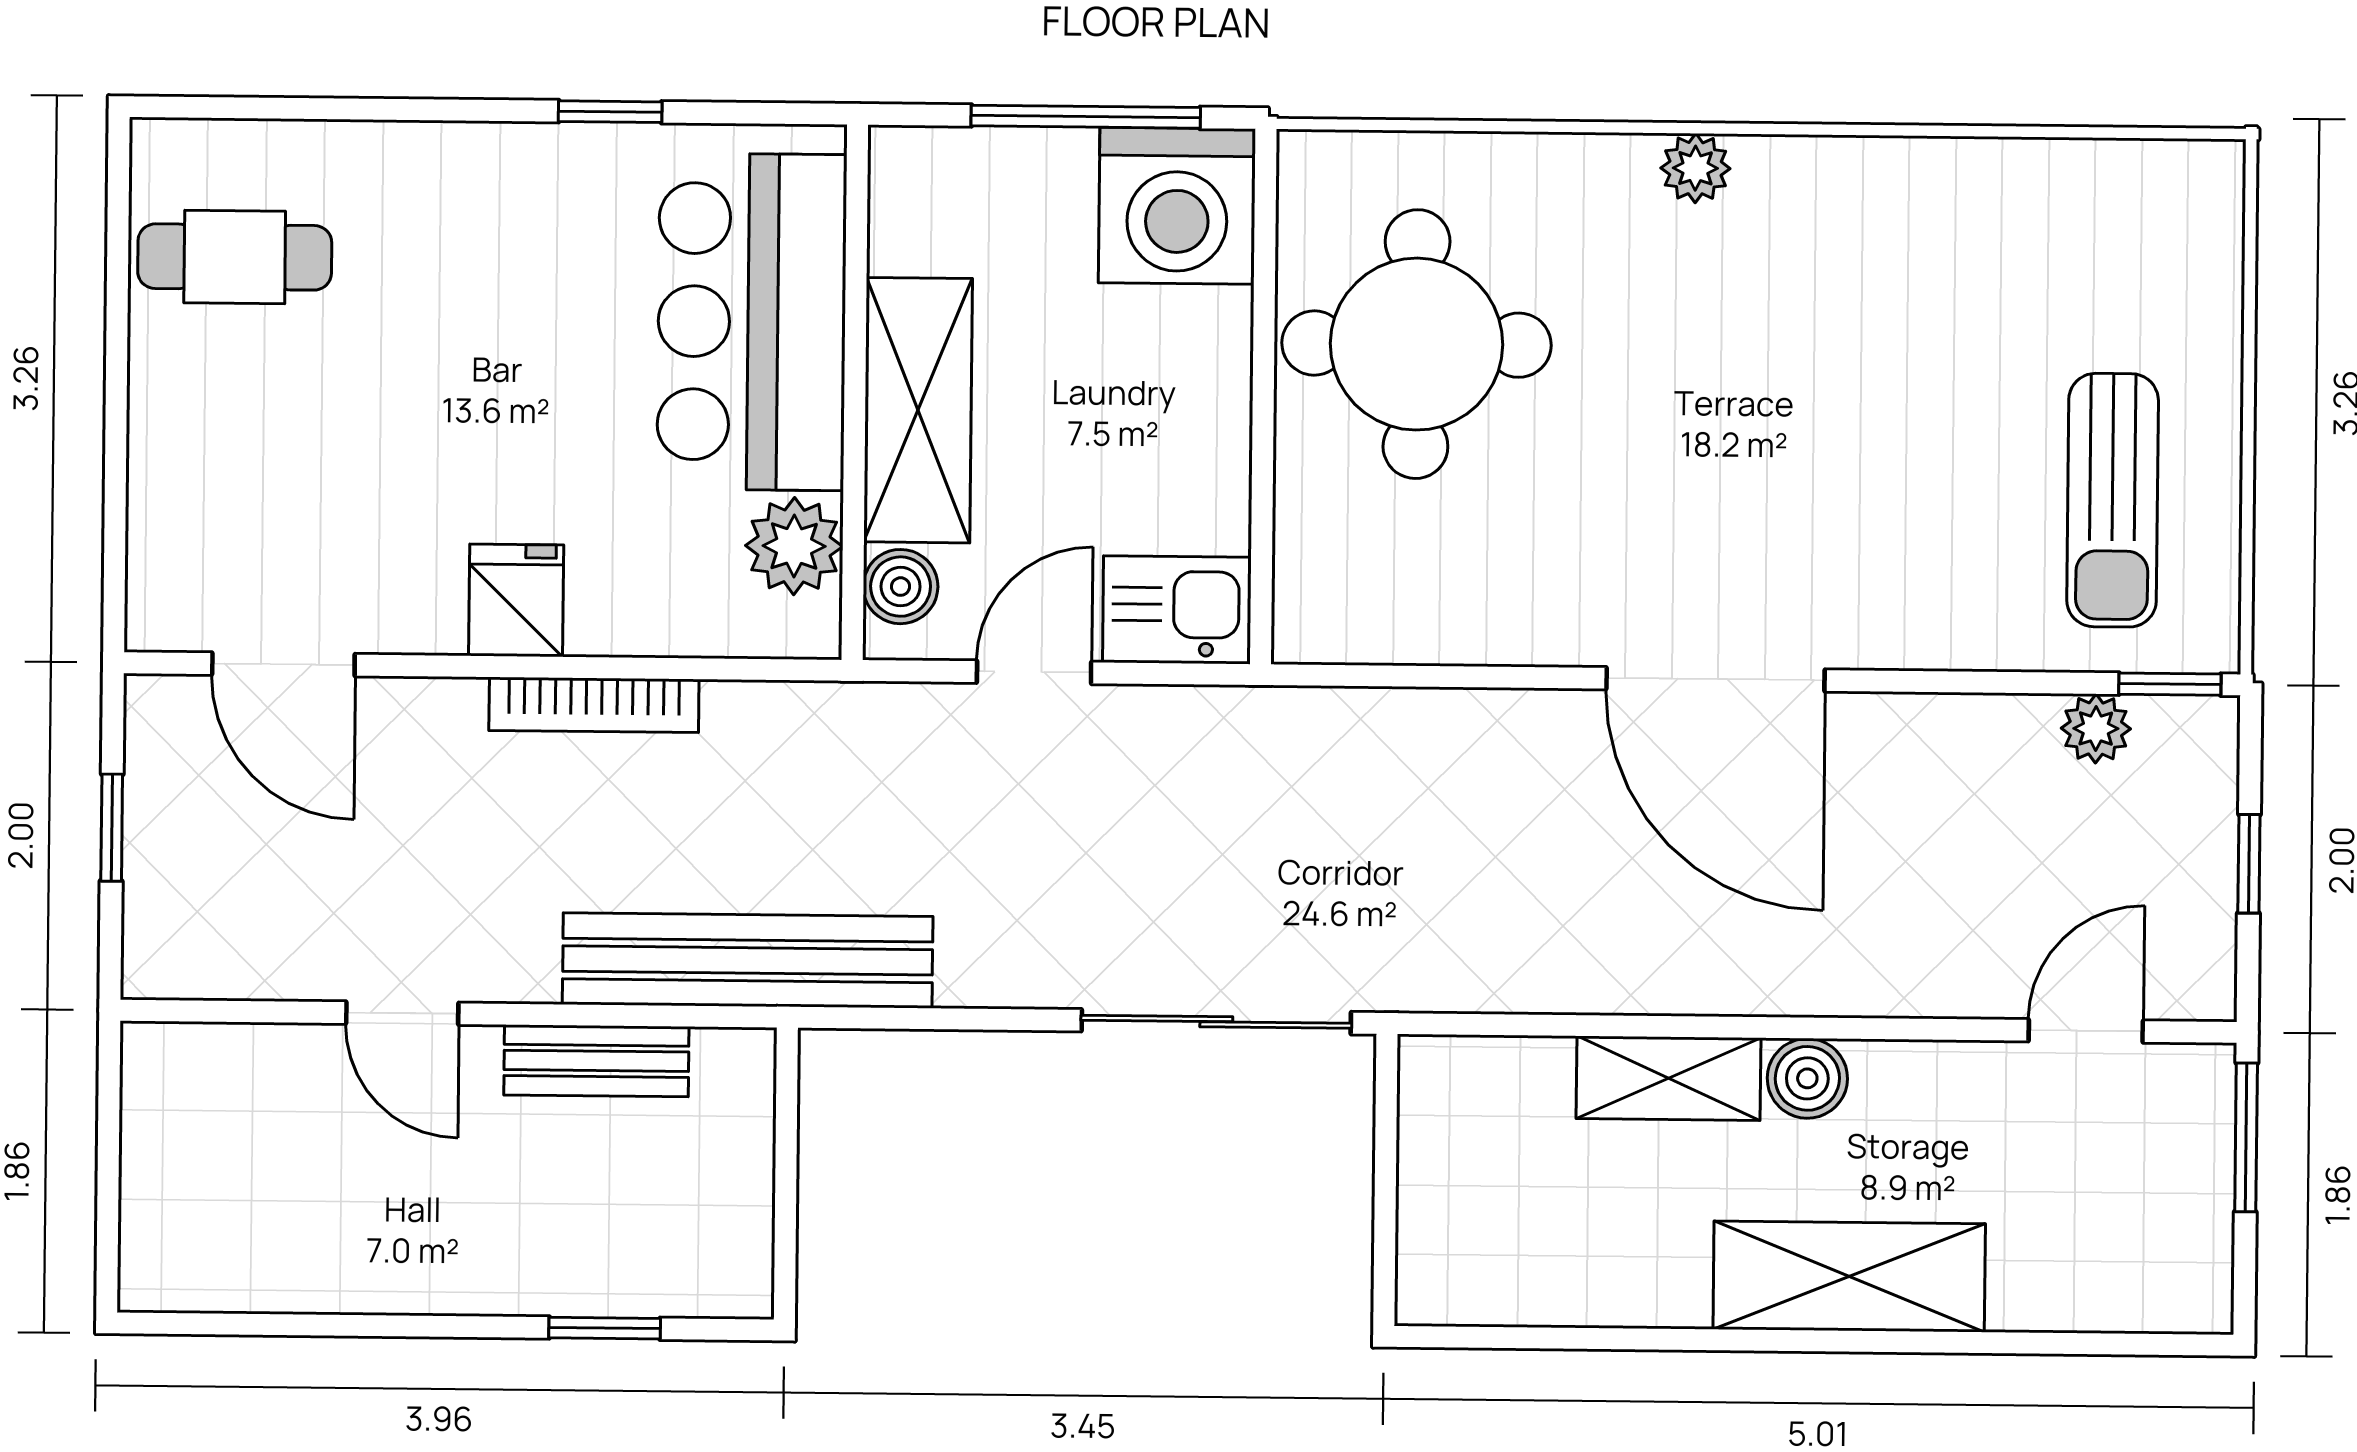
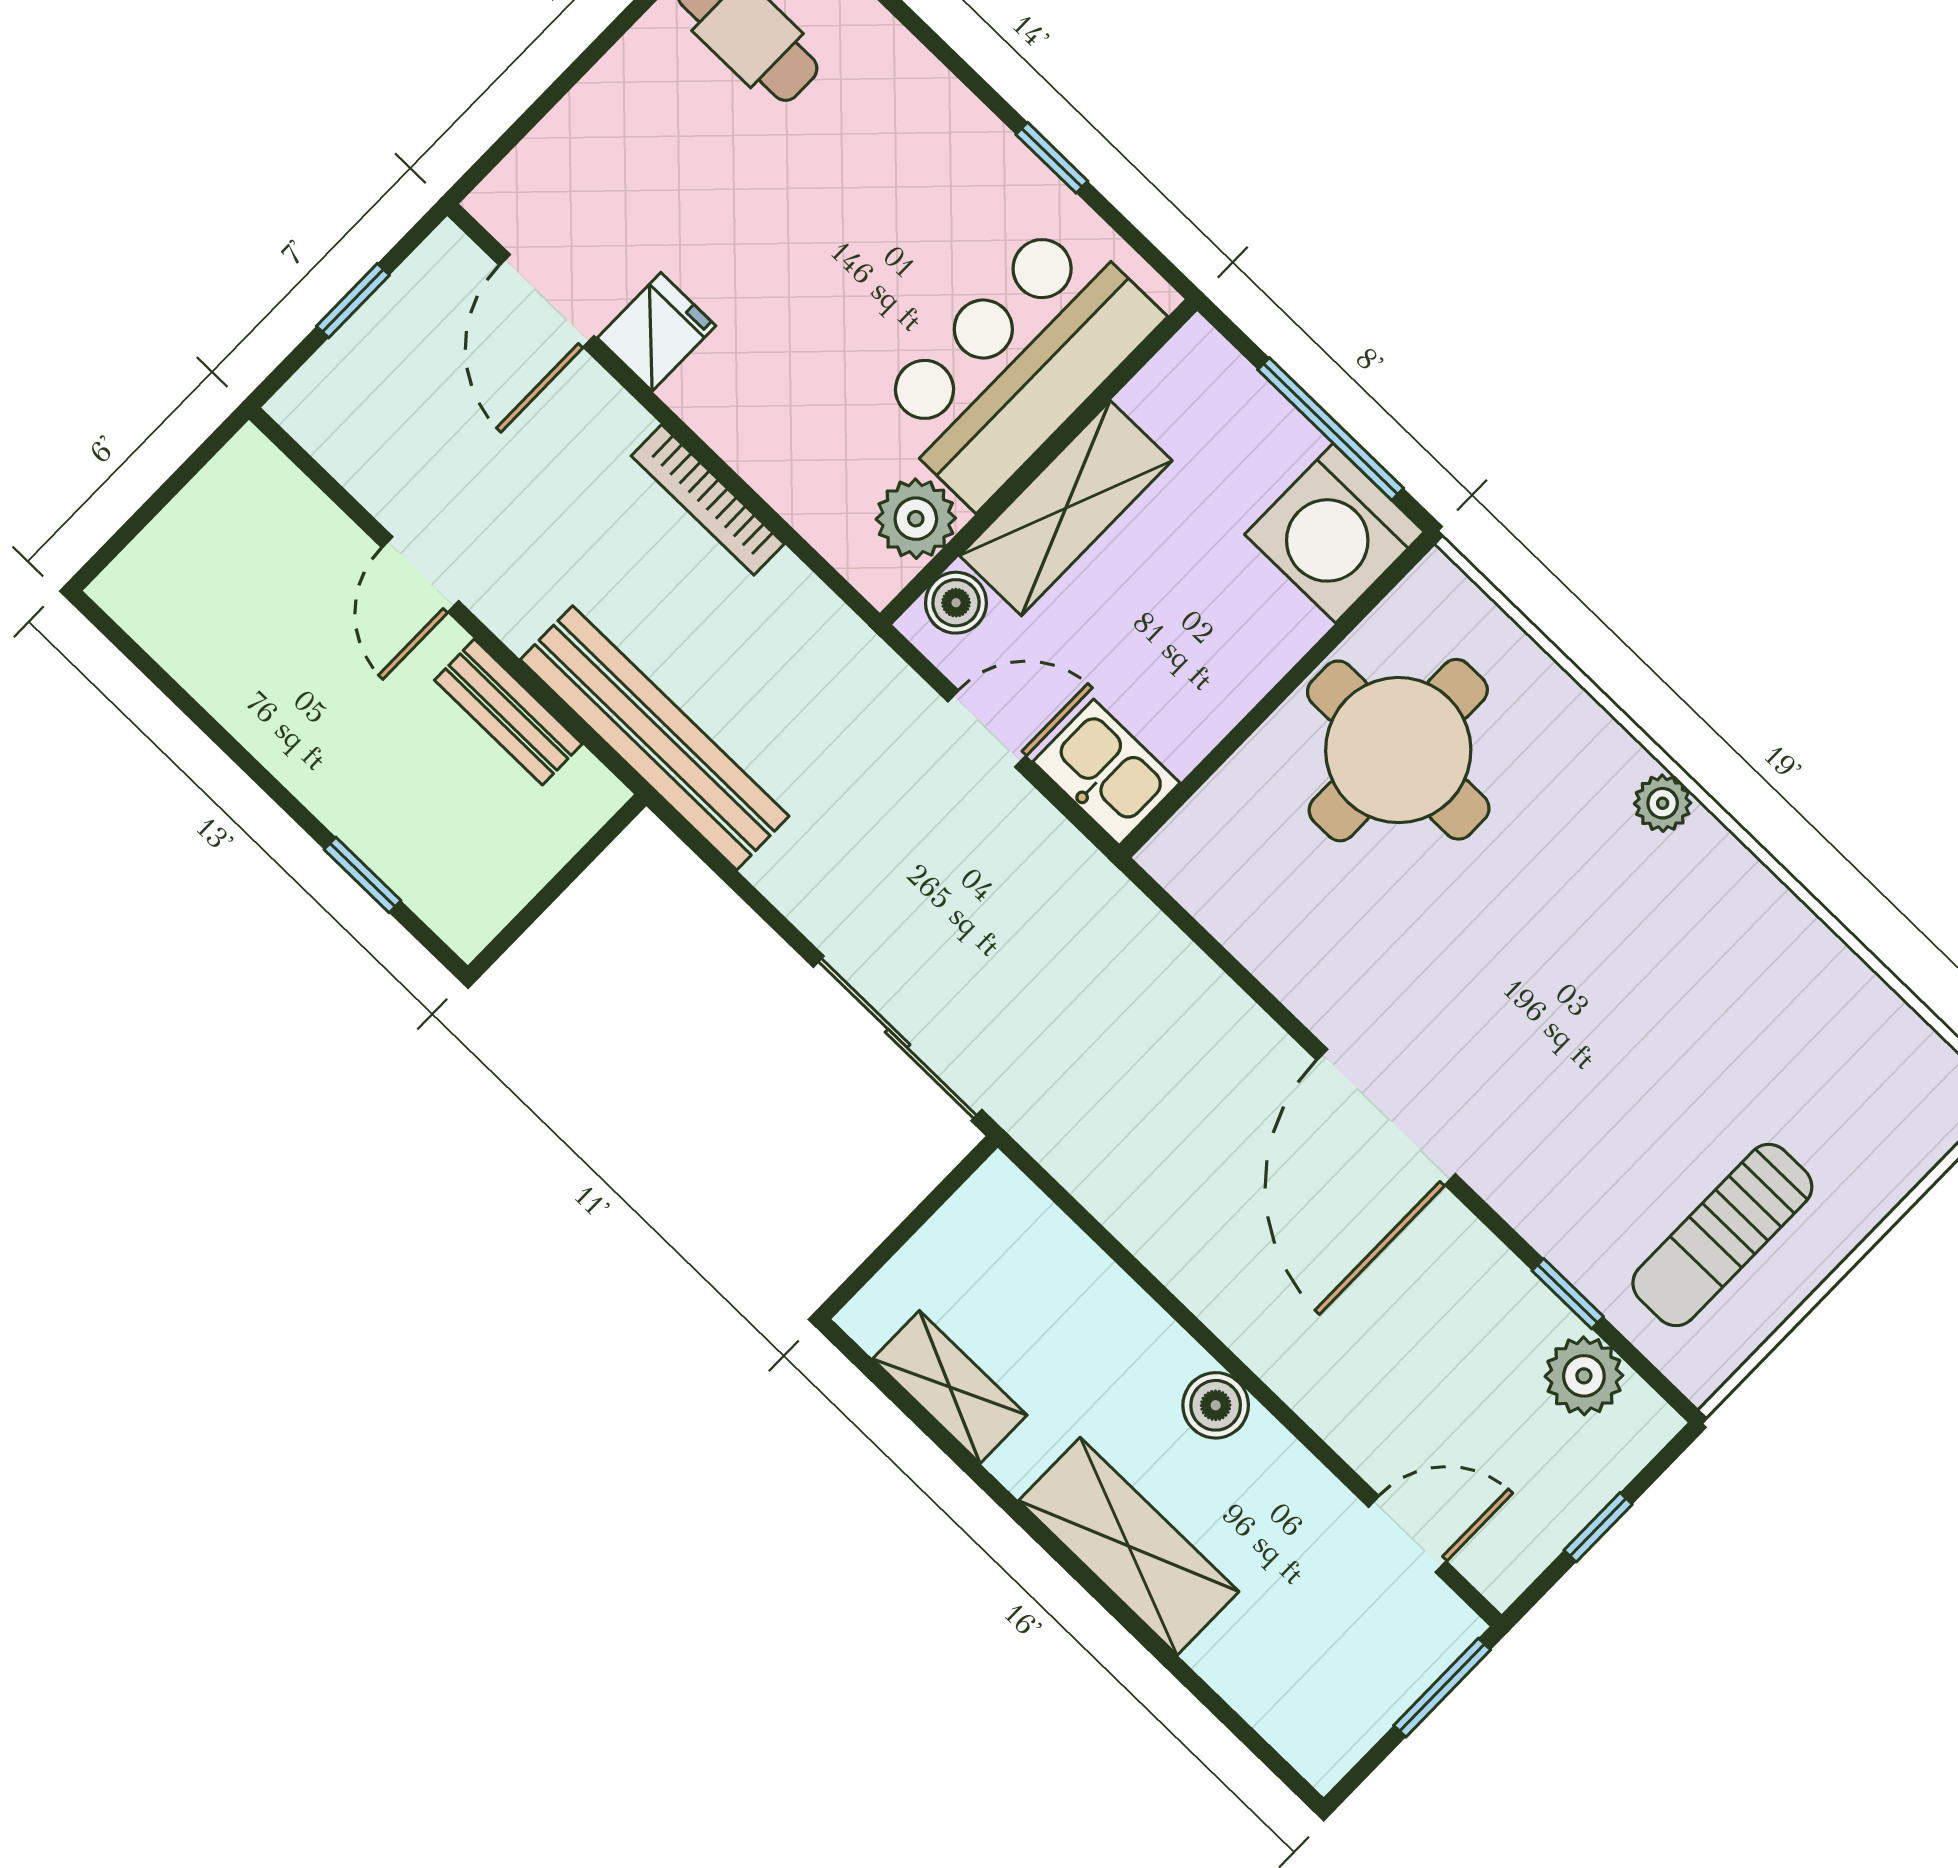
fridge: (516, 600) -> (656, 332), moved
window: (2170, 684) -> (1568, 1294), moved
plant: (2096, 729) -> (1584, 1376), width x1.38, depth x1.38
shelving: (1668, 1078) -> (950, 1387), moved

